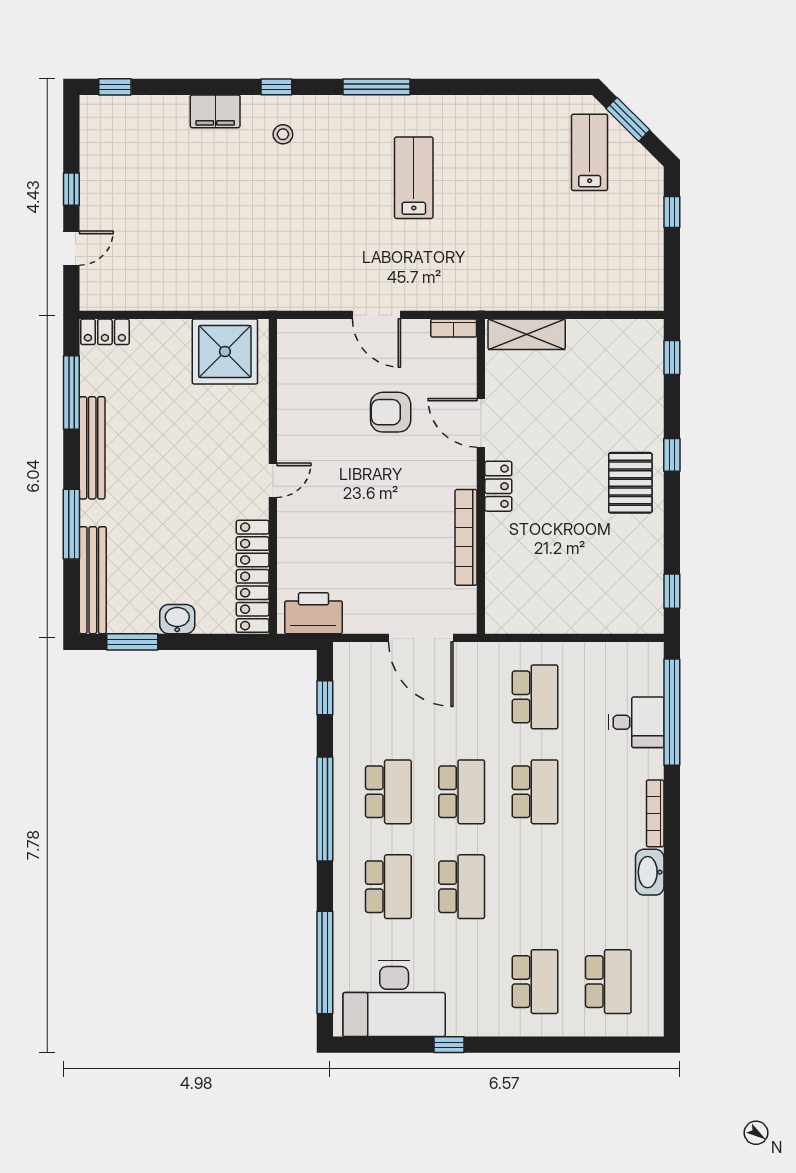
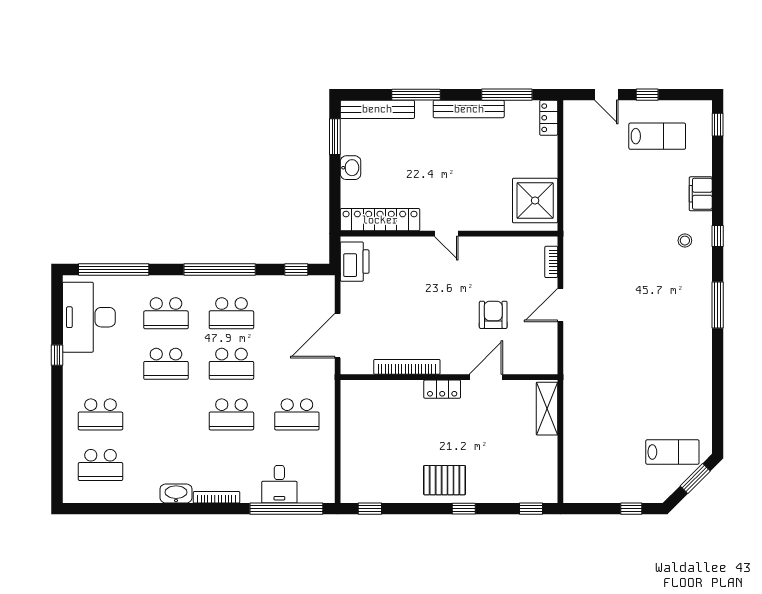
lab bench: (414, 178) -> (657, 136), moved
bookcase: (454, 328) -> (551, 262), moved

